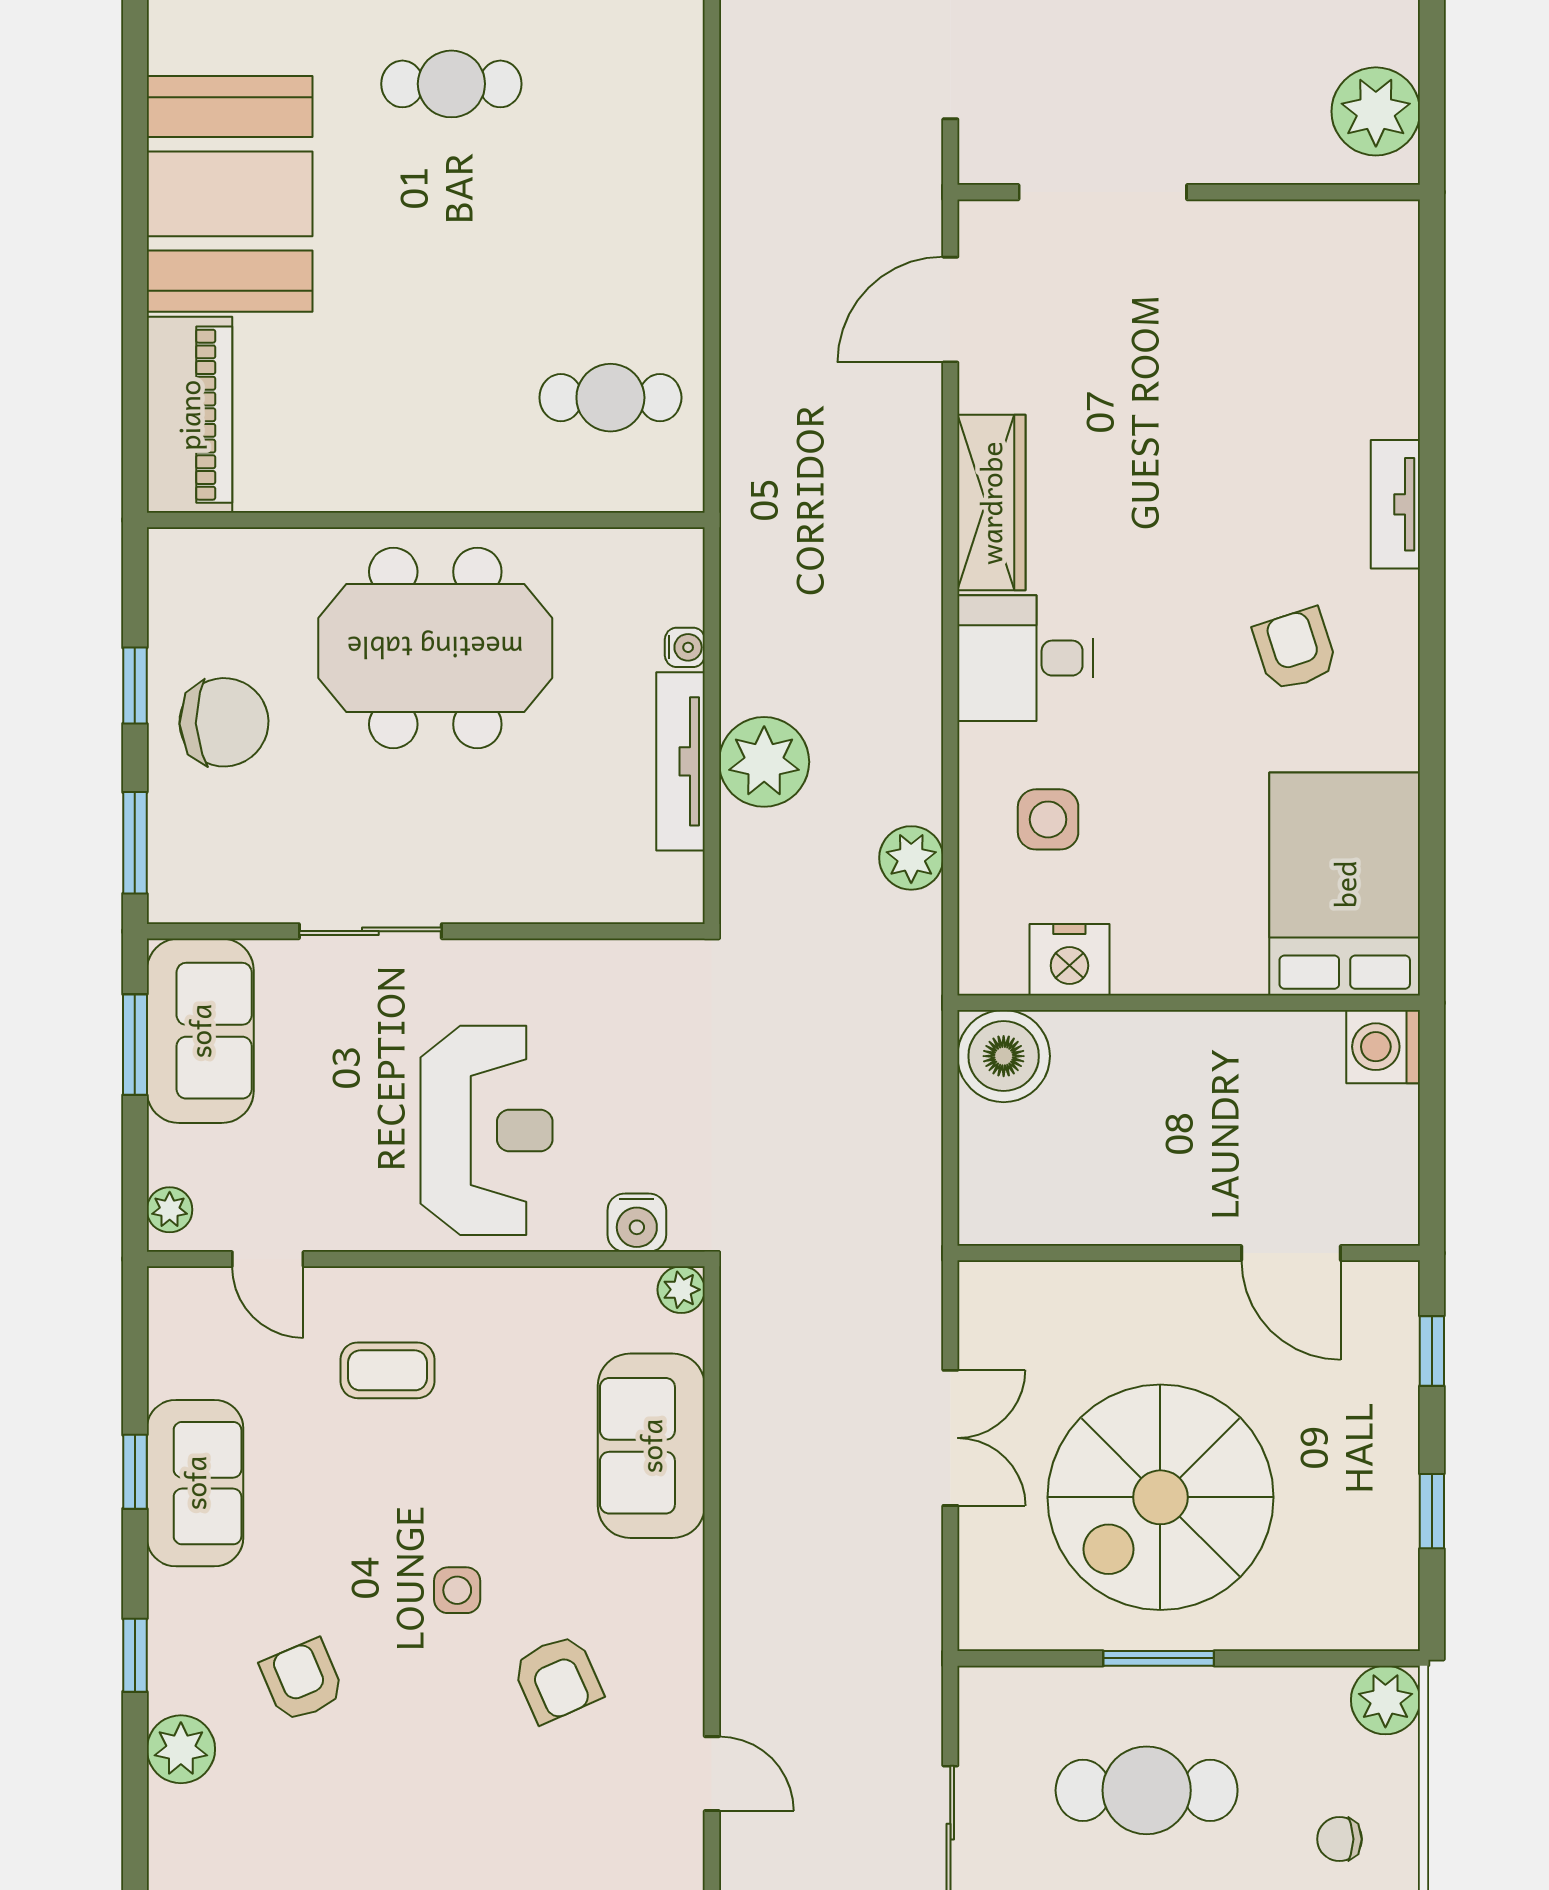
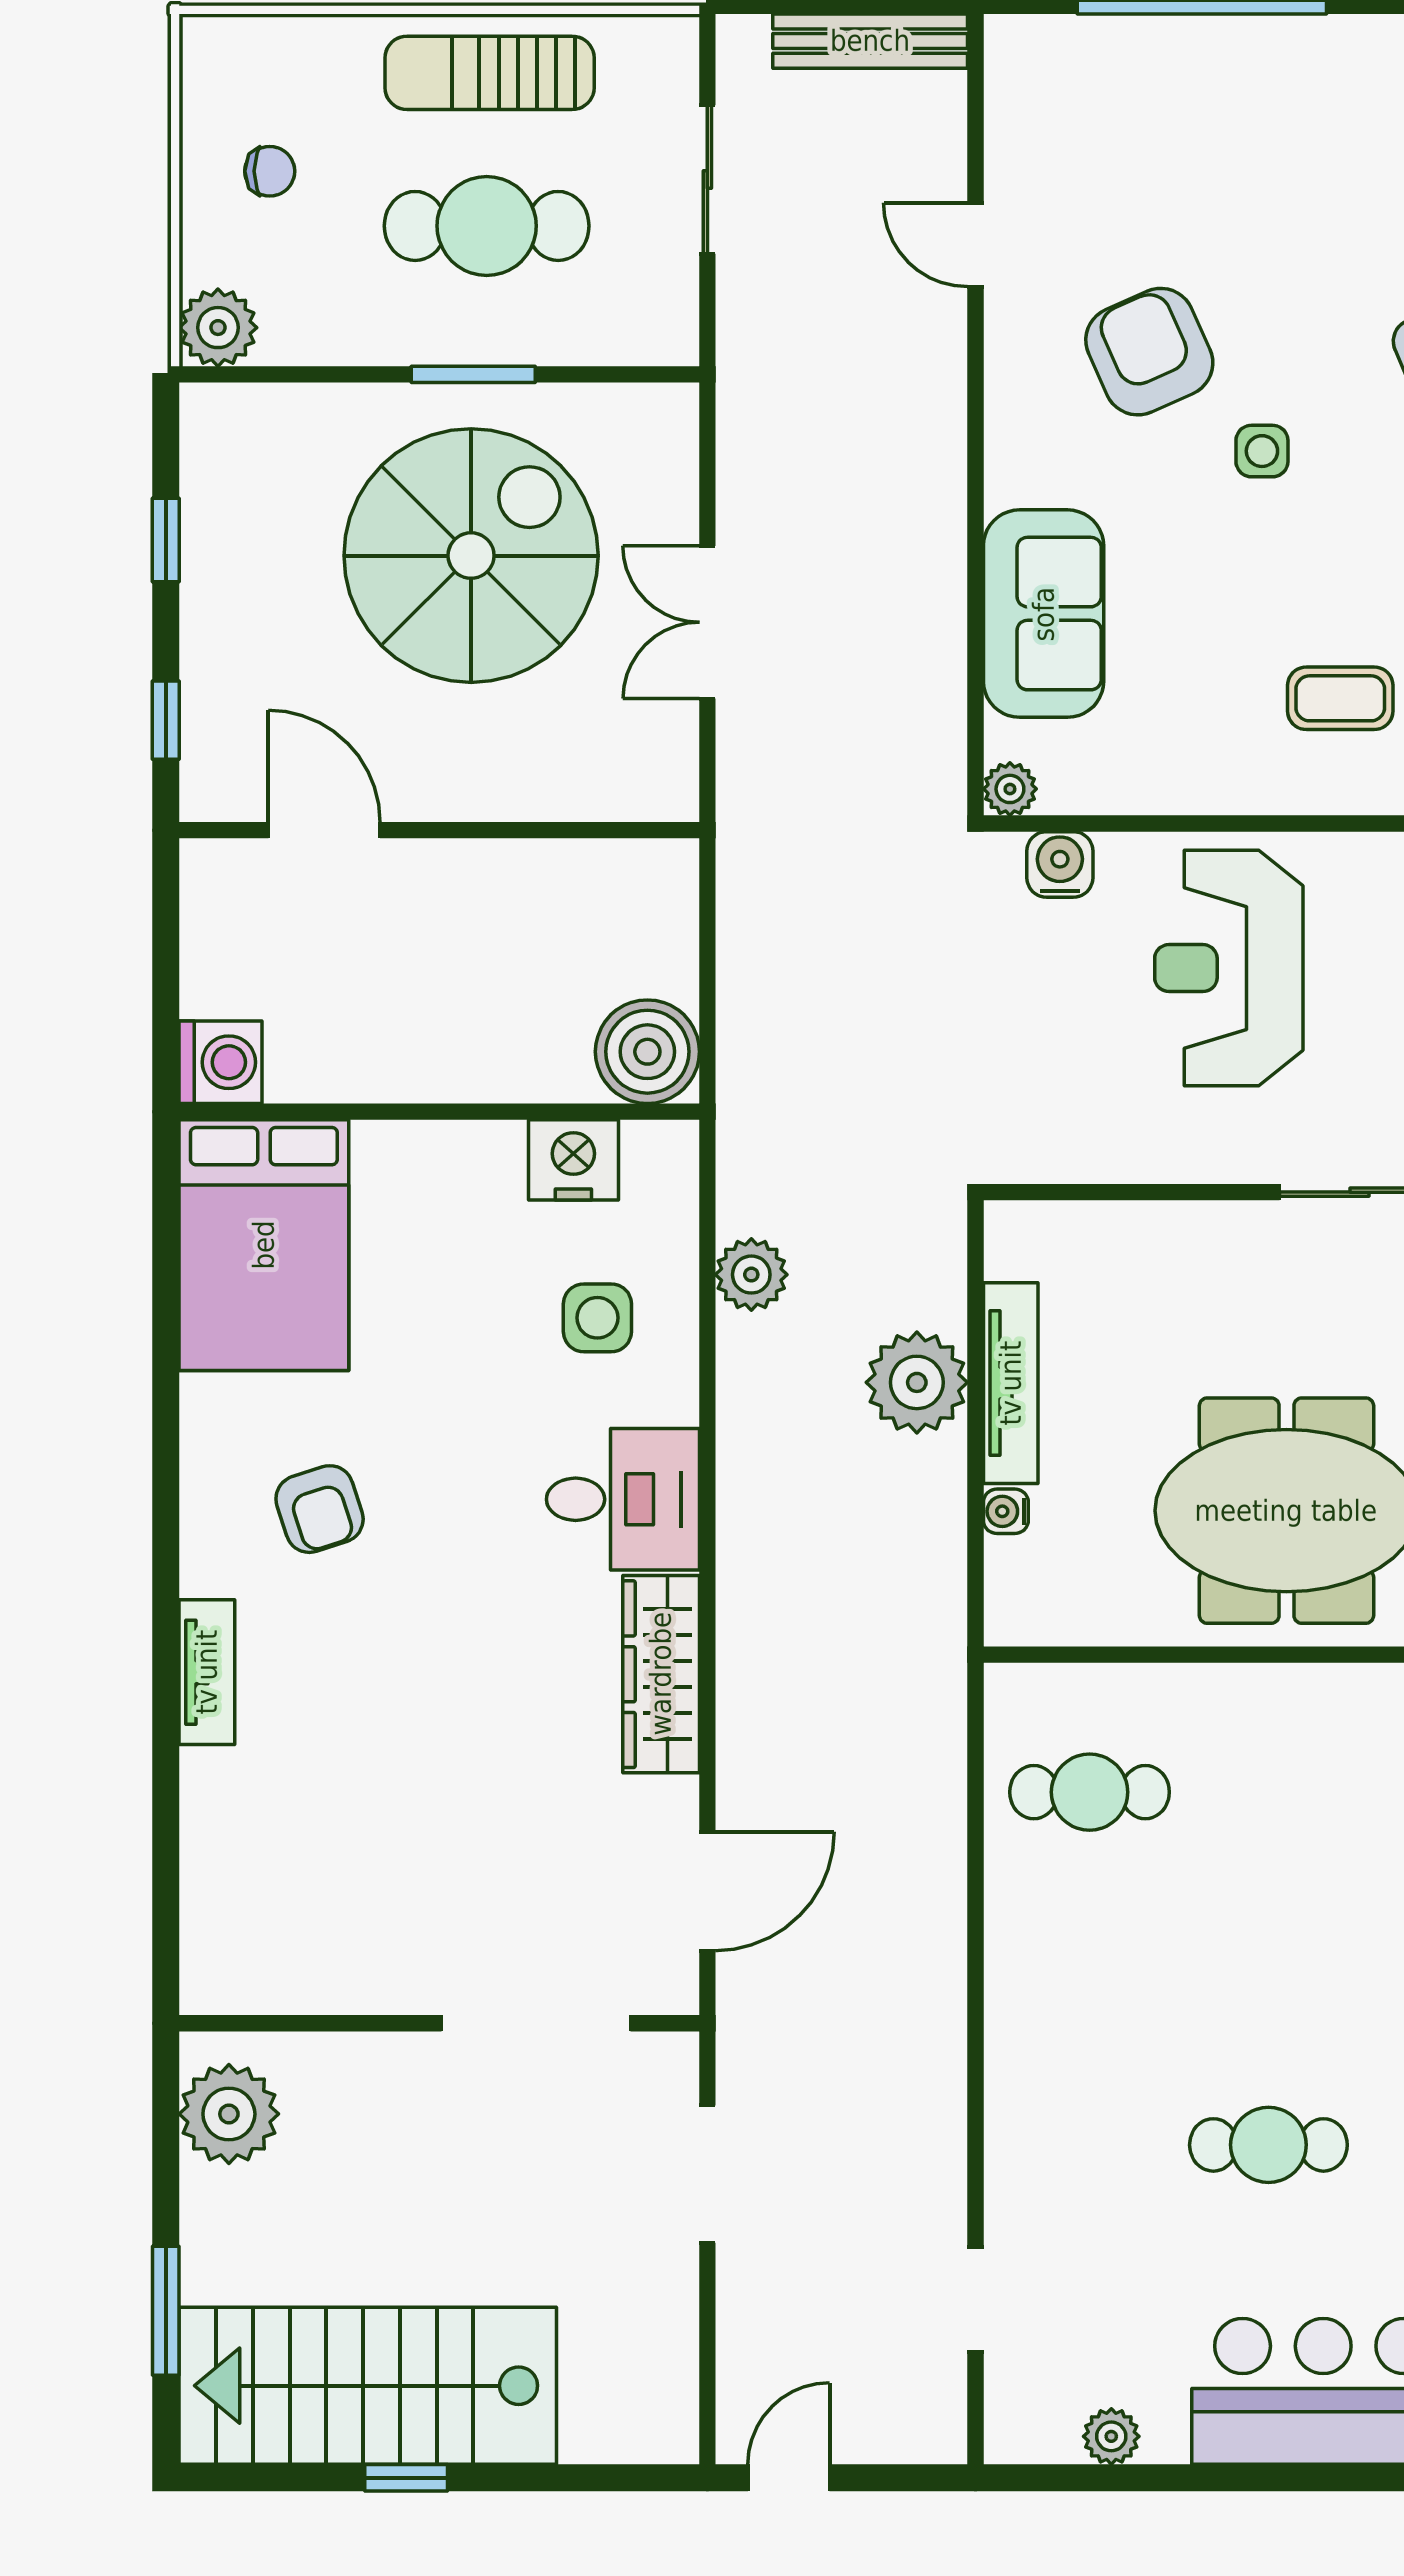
armchair: (557, 1679) -> (1149, 352), width x1.38, depth x1.38

